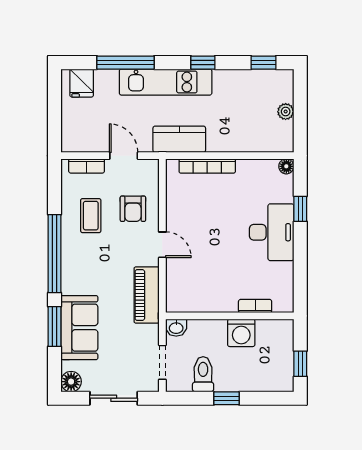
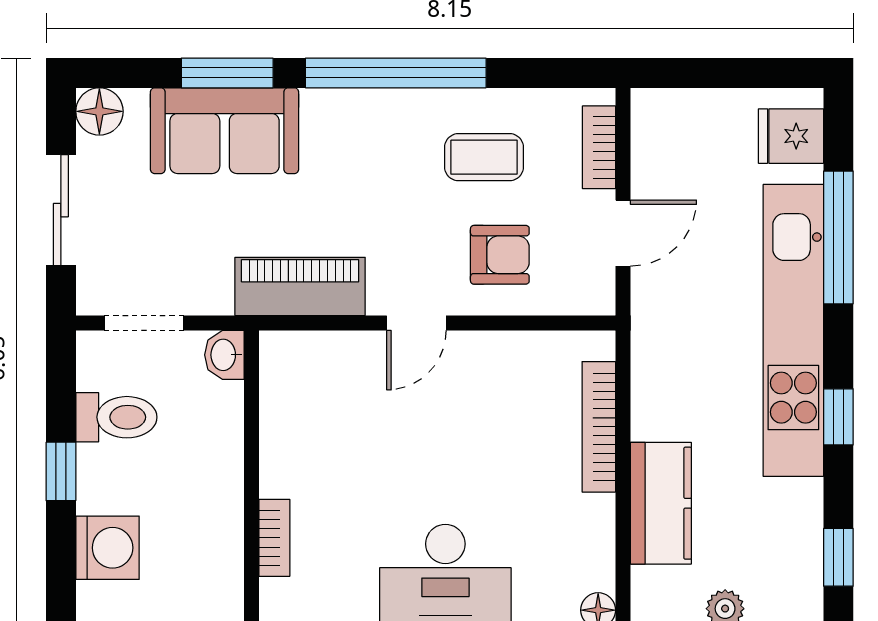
kitchen unit: (166, 82) -> (793, 330), width x1.36
kitchen counter: (179, 139) -> (661, 503), moved
armchair: (133, 209) -> (500, 255), turned 180
washing machine: (241, 333) -> (107, 548), moved, turned 180

